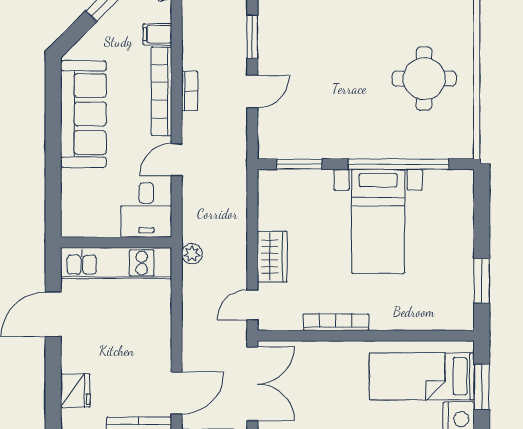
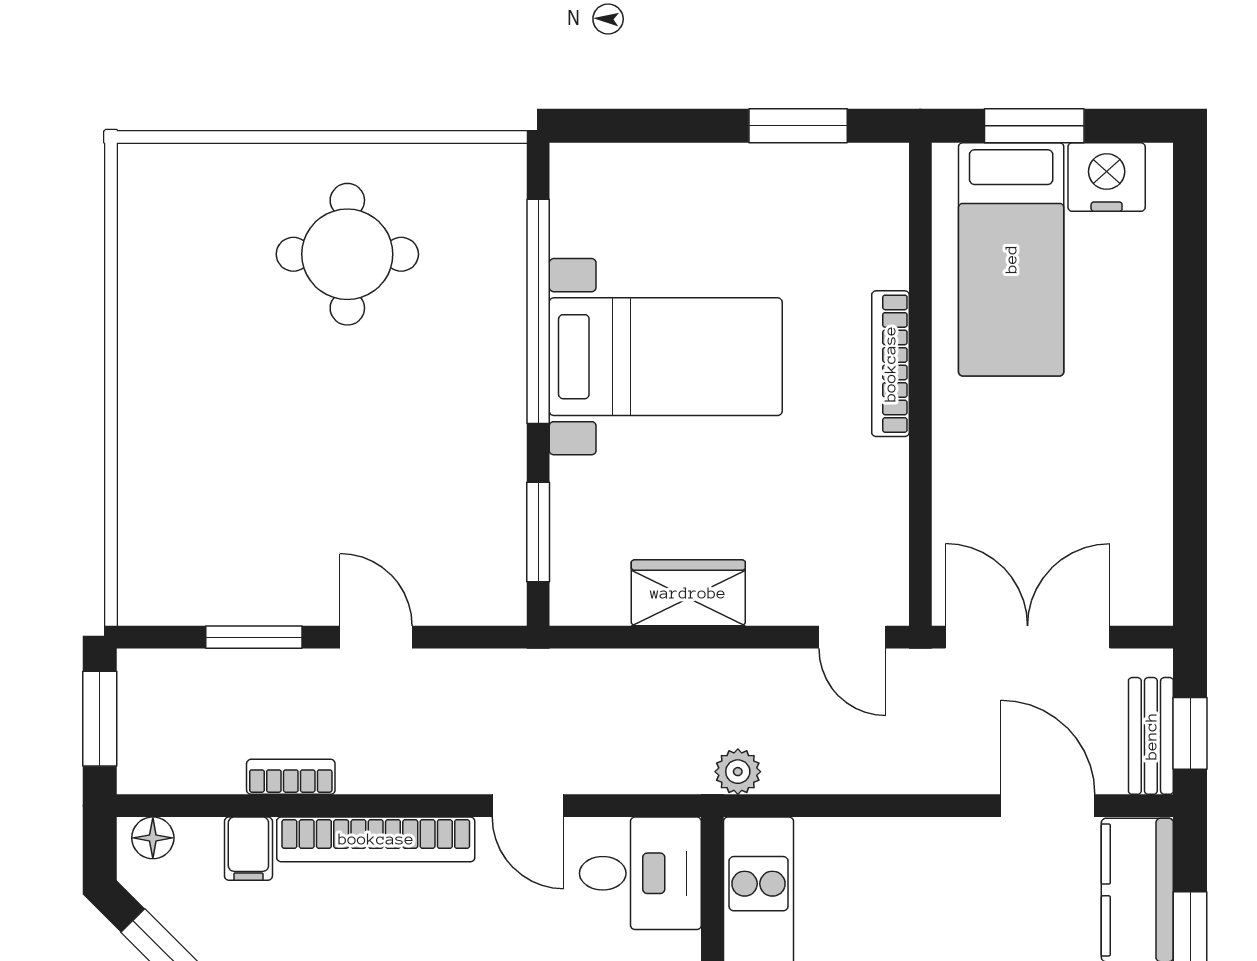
bookcase: (190, 91) -> (291, 777), moved
wardrobe: (272, 257) -> (688, 593), moved
bookcase: (336, 322) -> (890, 364), moved

